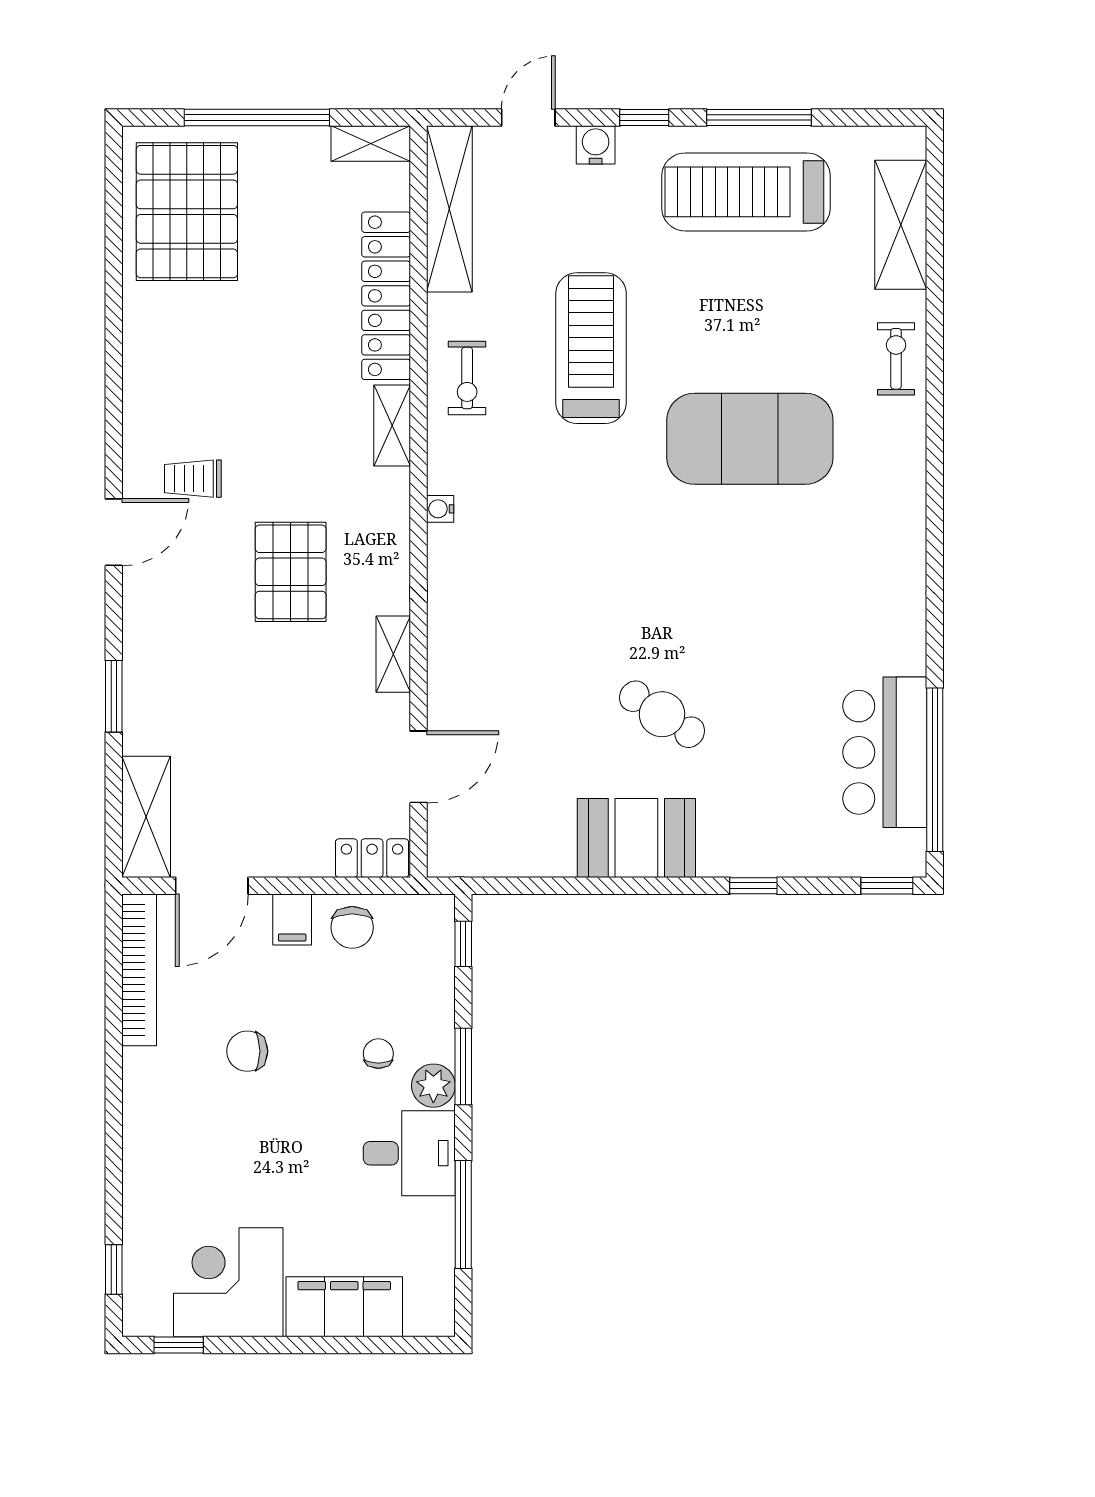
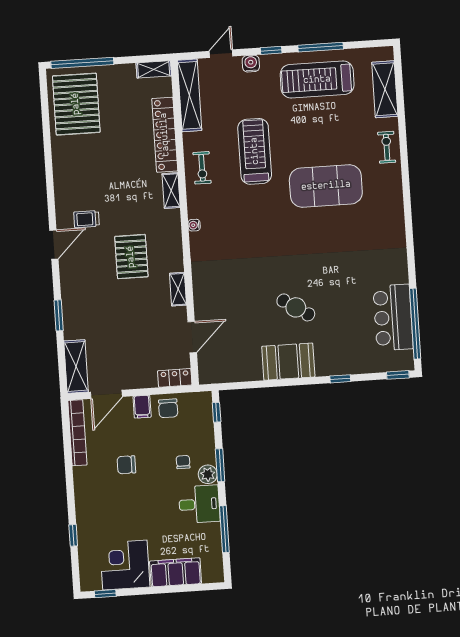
window: (257, 118) -> (82, 63), moved
window: (114, 1269) -> (73, 535), moved

